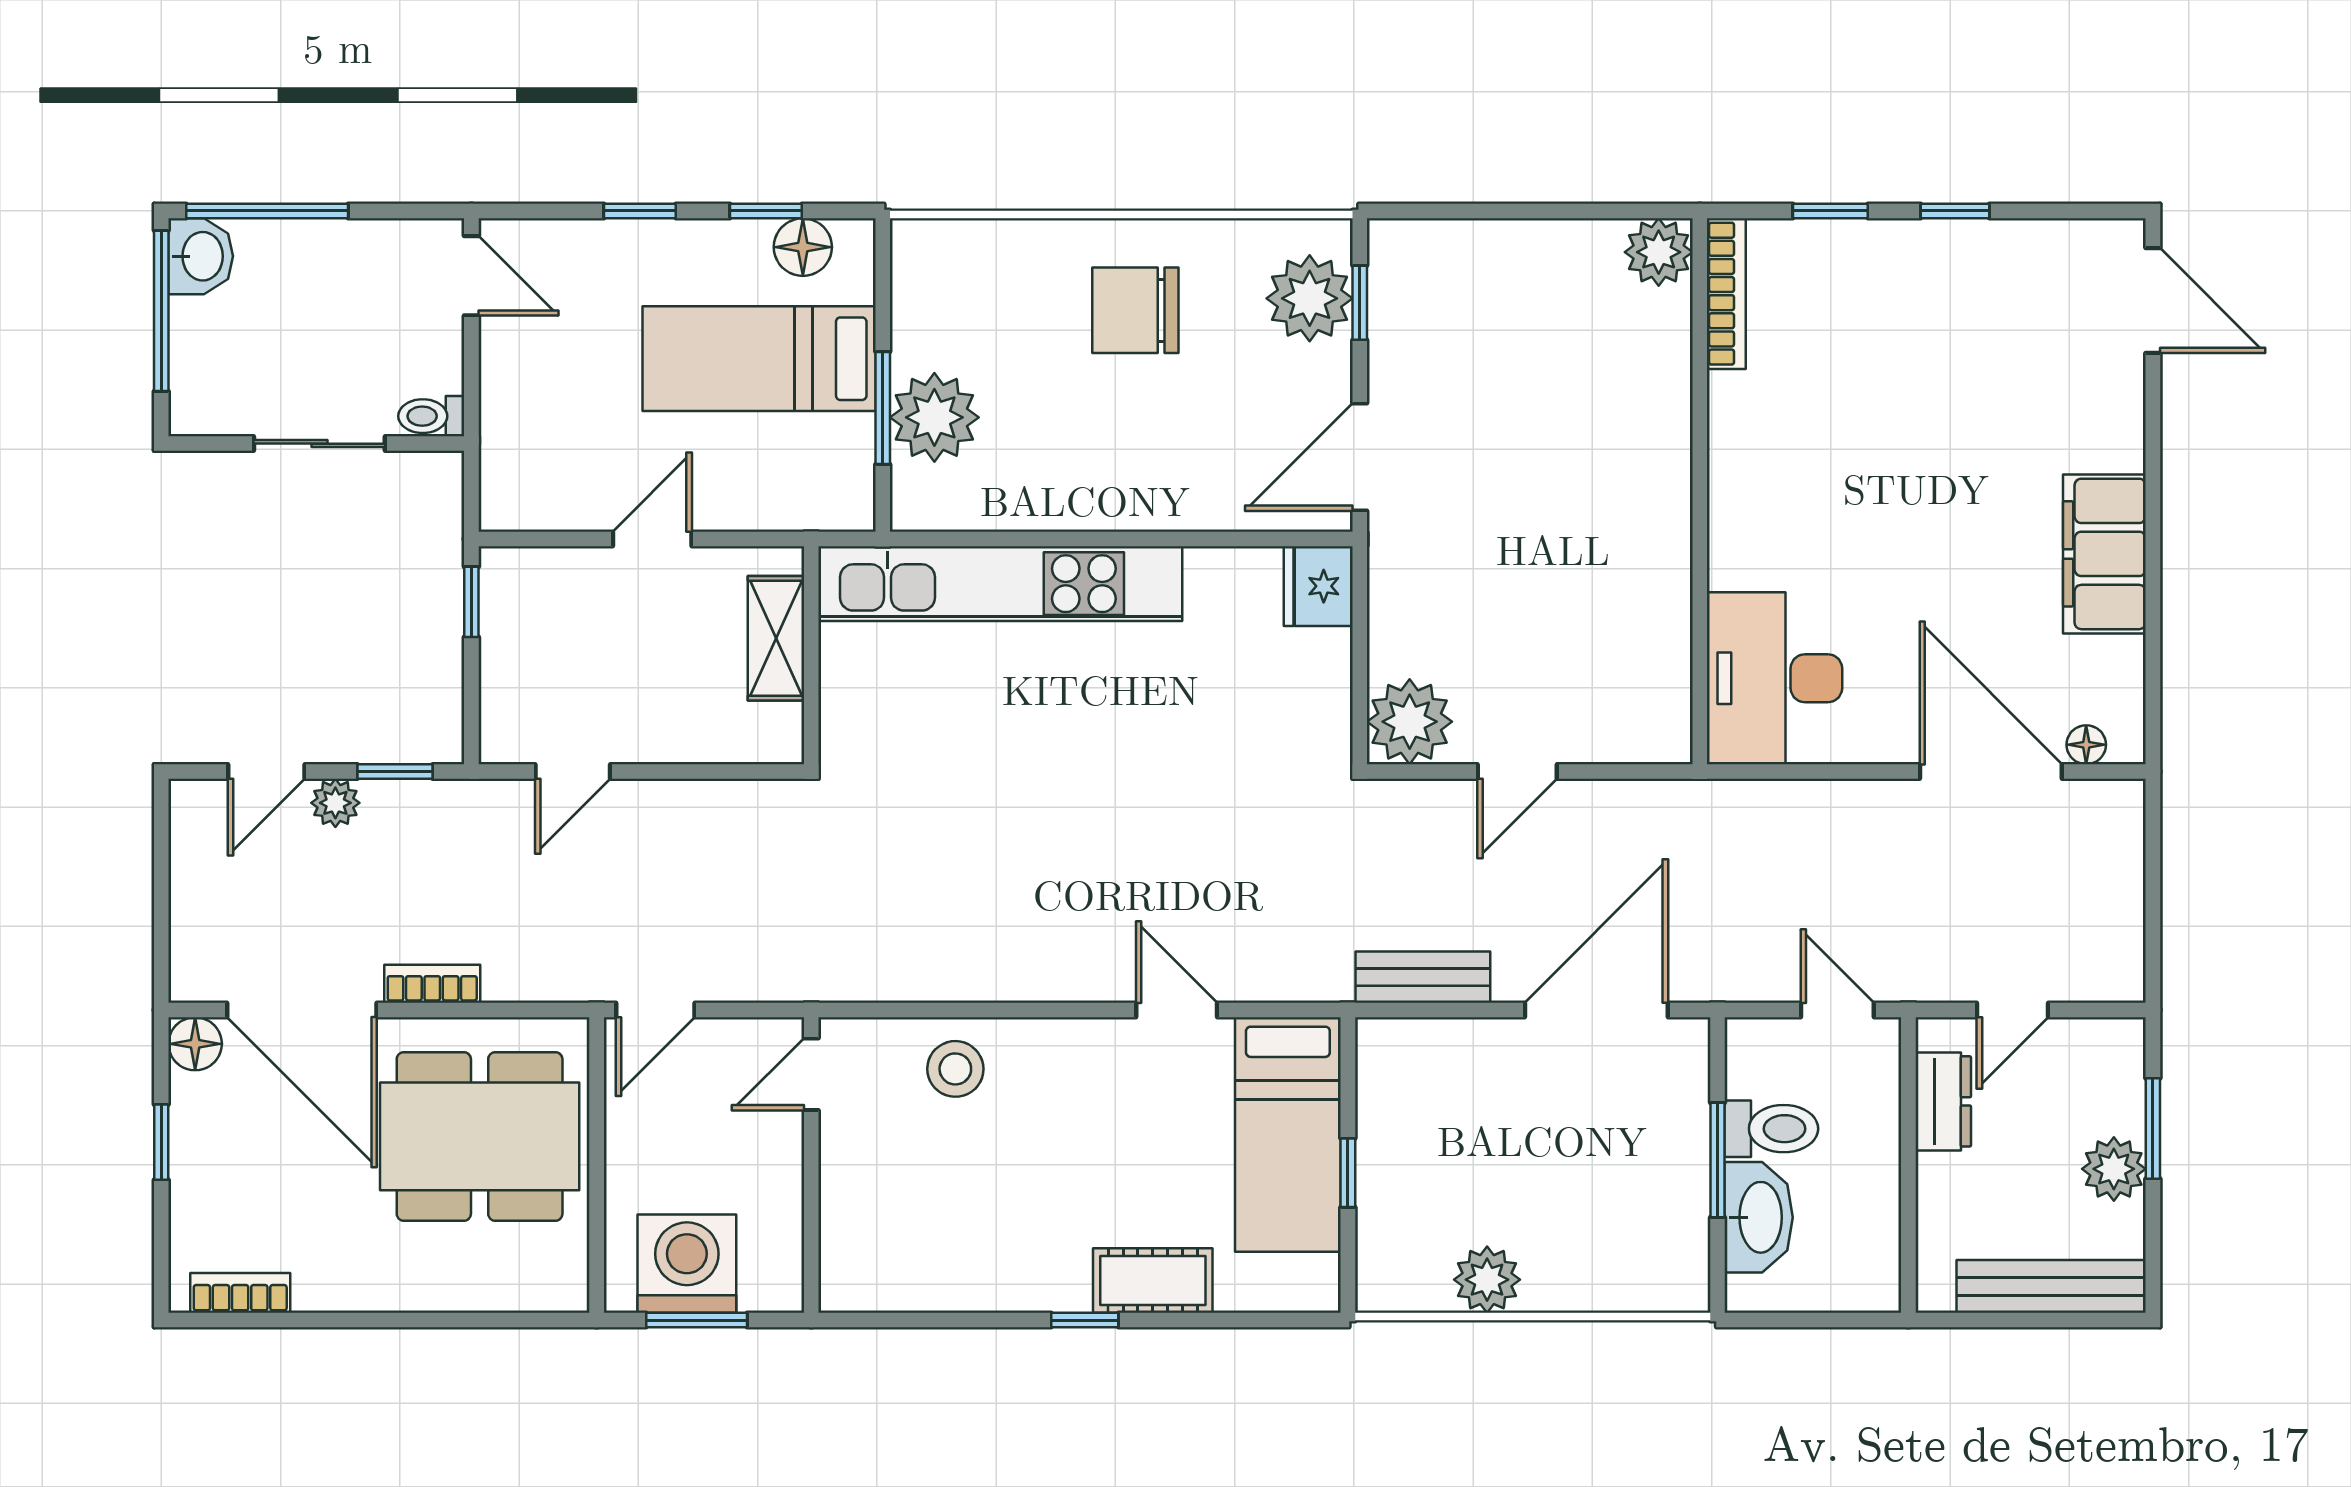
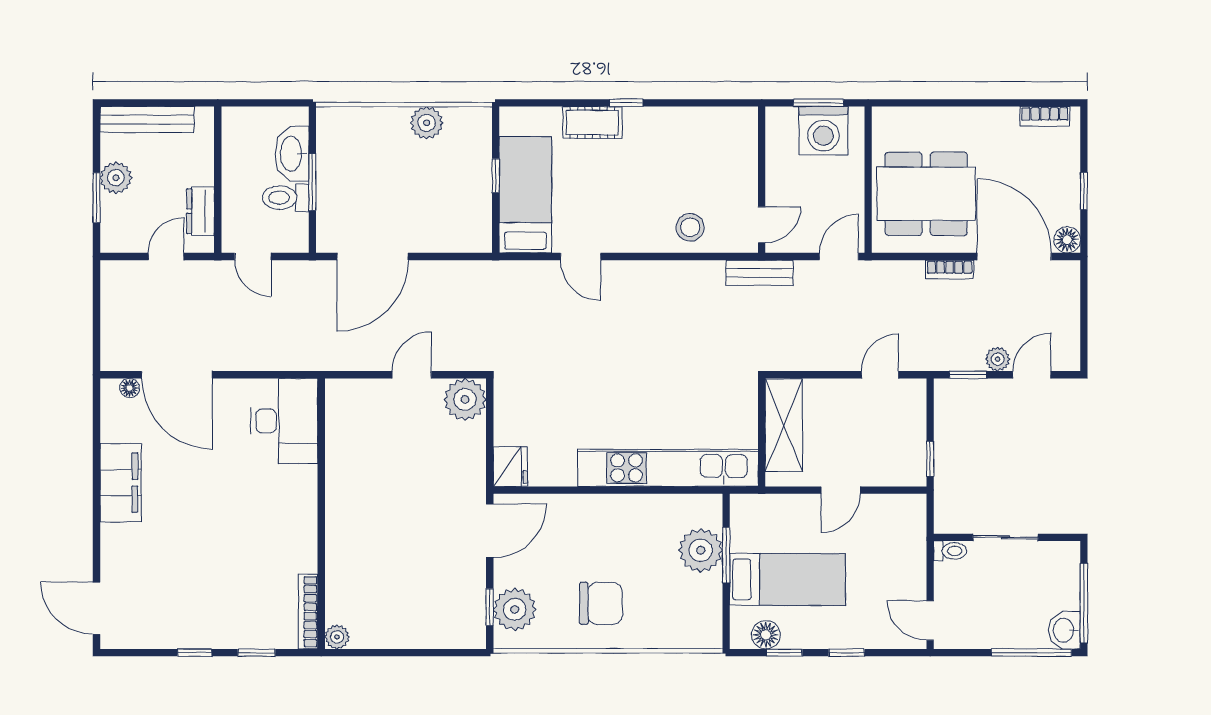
plant: (1659, 252) -> (337, 637), width x0.73, depth x0.73
shelving: (776, 638) -> (784, 425), width x1.50, depth x1.33
bench: (1423, 977) -> (760, 273), moved

